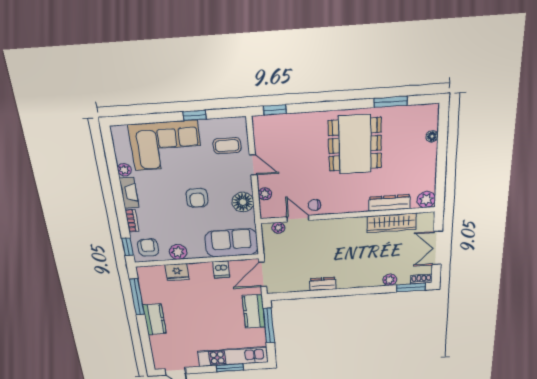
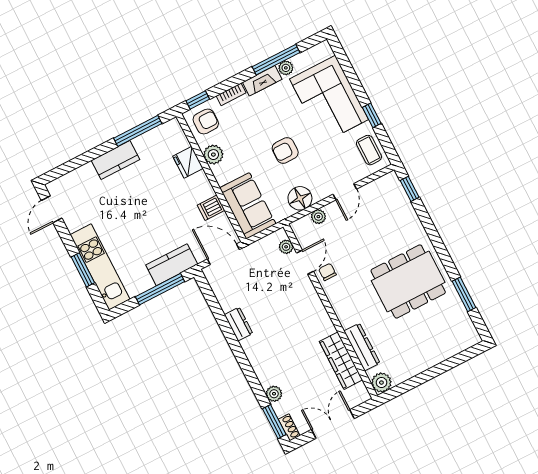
floor lamp: (432, 136) -> (448, 352), removed
coffee table: (227, 146) -> (369, 150), moved
window: (114, 175) -> (276, 60), added

